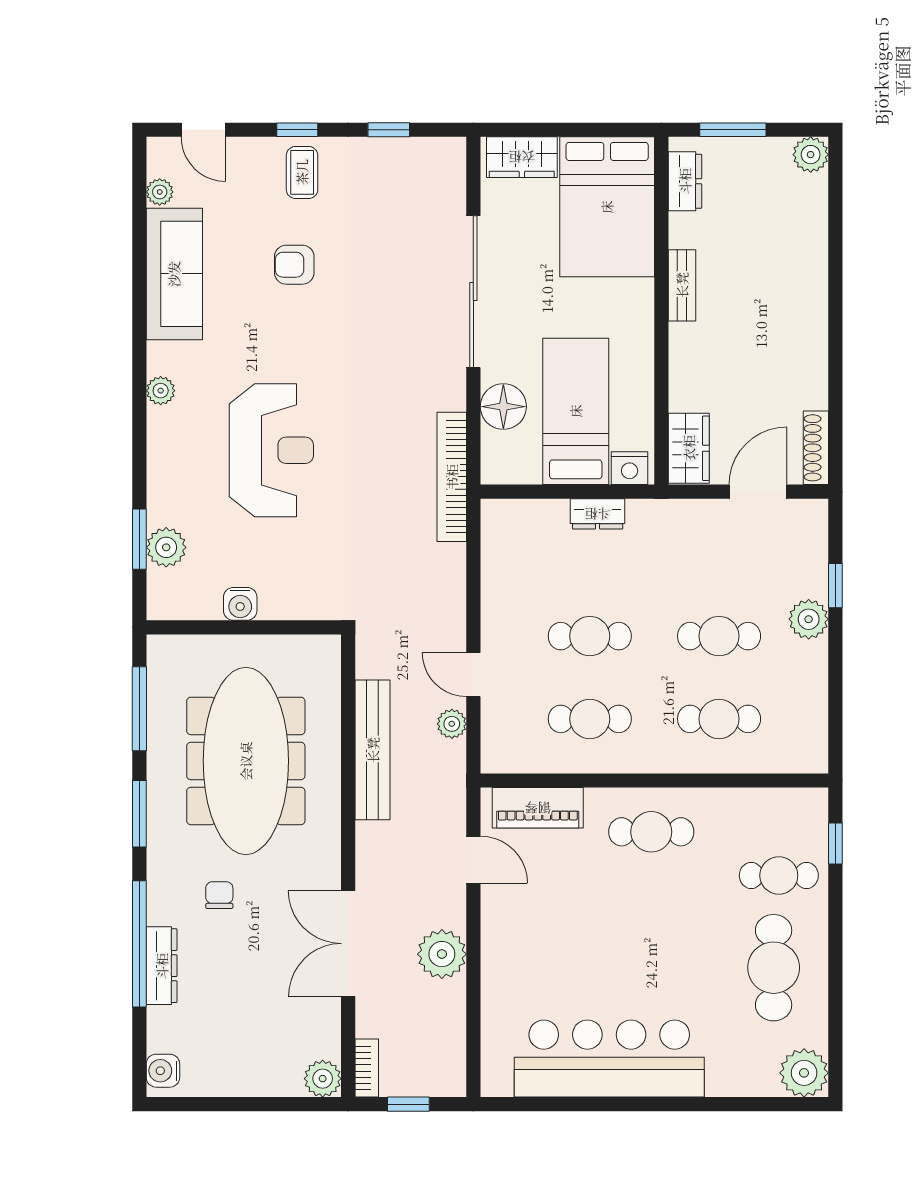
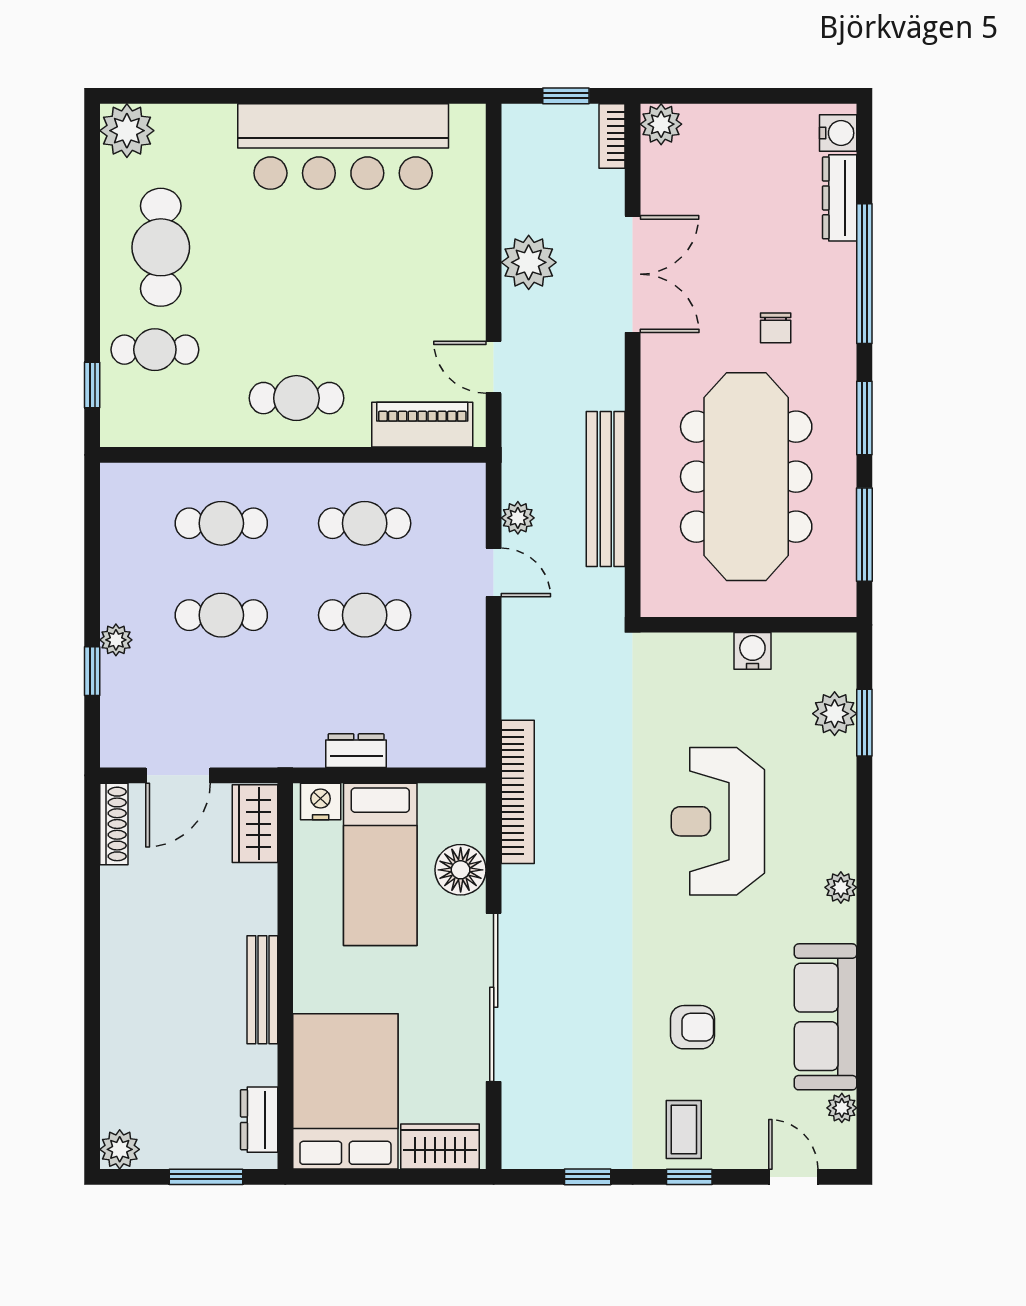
bench: (682, 285) -> (262, 990), width x1.36
plant: (809, 619) -> (116, 640), width x0.73, depth x0.73
dresser: (162, 966) -> (840, 198), moved

